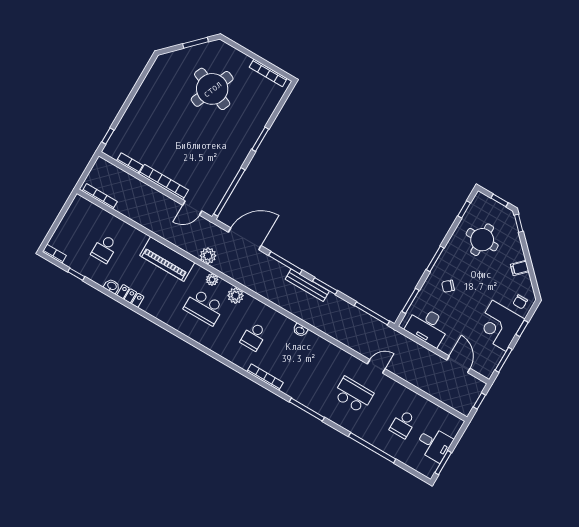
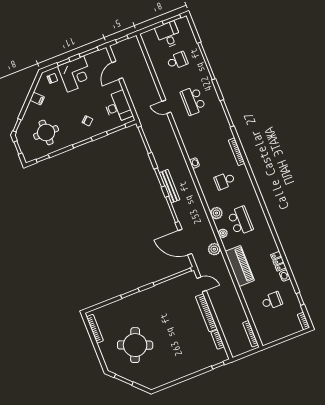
school desk: (254, 336) -> (225, 181), turned 180

